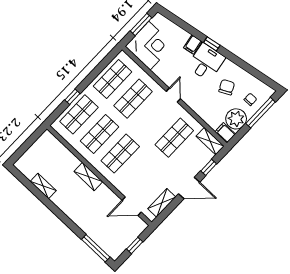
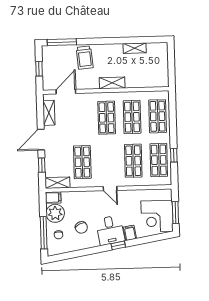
corner desk: (149, 46) -> (157, 216), moved
window: (72, 97) -> (174, 155), moved
trolley: (90, 218) -> (85, 58), added

